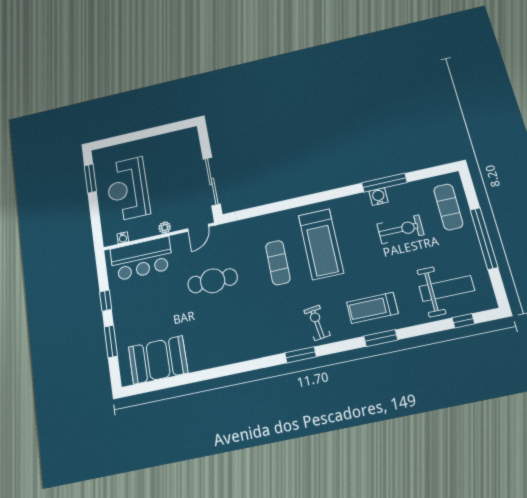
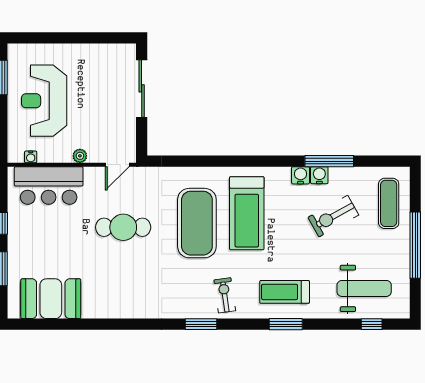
sliding door: (212, 181) -> (142, 88), moved
water cooler: (362, 200) -> (301, 175), added
exercise bike: (400, 229) -> (333, 216), turned 151
exercise mat: (278, 263) -> (197, 223), width x2.00, depth x1.45

